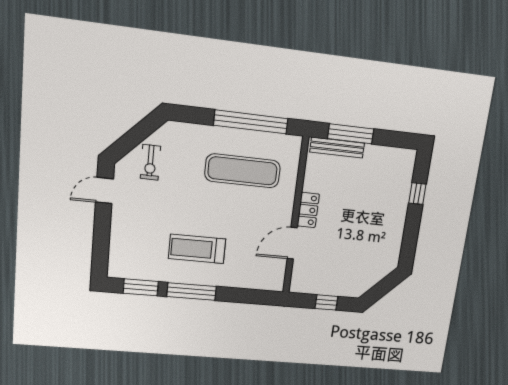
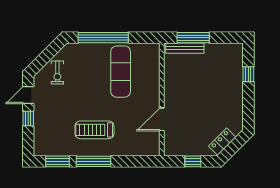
window: (251, 122) -> (103, 38), moved
exercise mat: (243, 171) -> (121, 72), turned 90
locker: (308, 210) -> (222, 142), moved, turned -135
window: (102, 224) -> (28, 119), added

